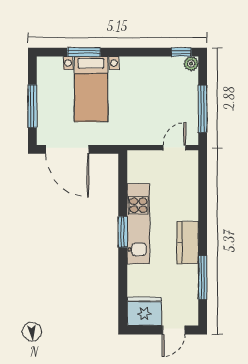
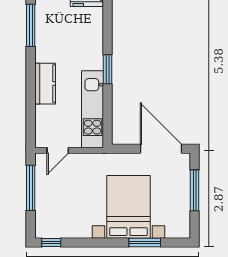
plant: (191, 64) -> (42, 231), removed
bed with nightstands: (91, 89) -> (128, 207), width x1.36
kitchen unit: (138, 224) -> (92, 109), moved
kitchen counter: (188, 243) -> (45, 84), moved

